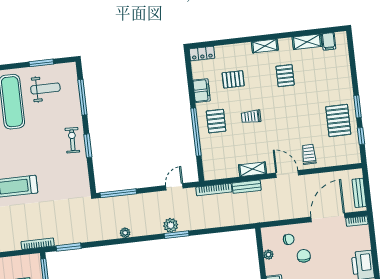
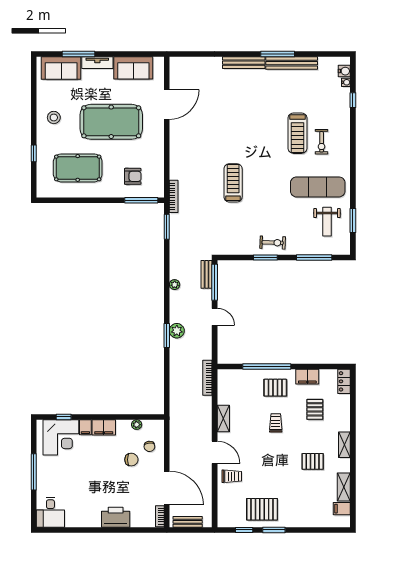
door: (287, 174) -> (215, 452), hinge flipped
door: (174, 187) -> (215, 317), moved
bench: (247, 187) -> (207, 274), moved

